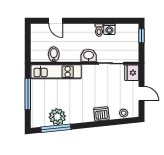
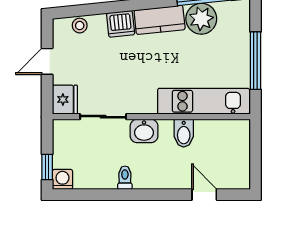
washing machine: (109, 29) -> (62, 179), moved
bidet: (54, 54) -> (184, 133), moved
door: (141, 94) -> (47, 61), hinge flipped
kitchen counter: (80, 116) -> (160, 20), added

